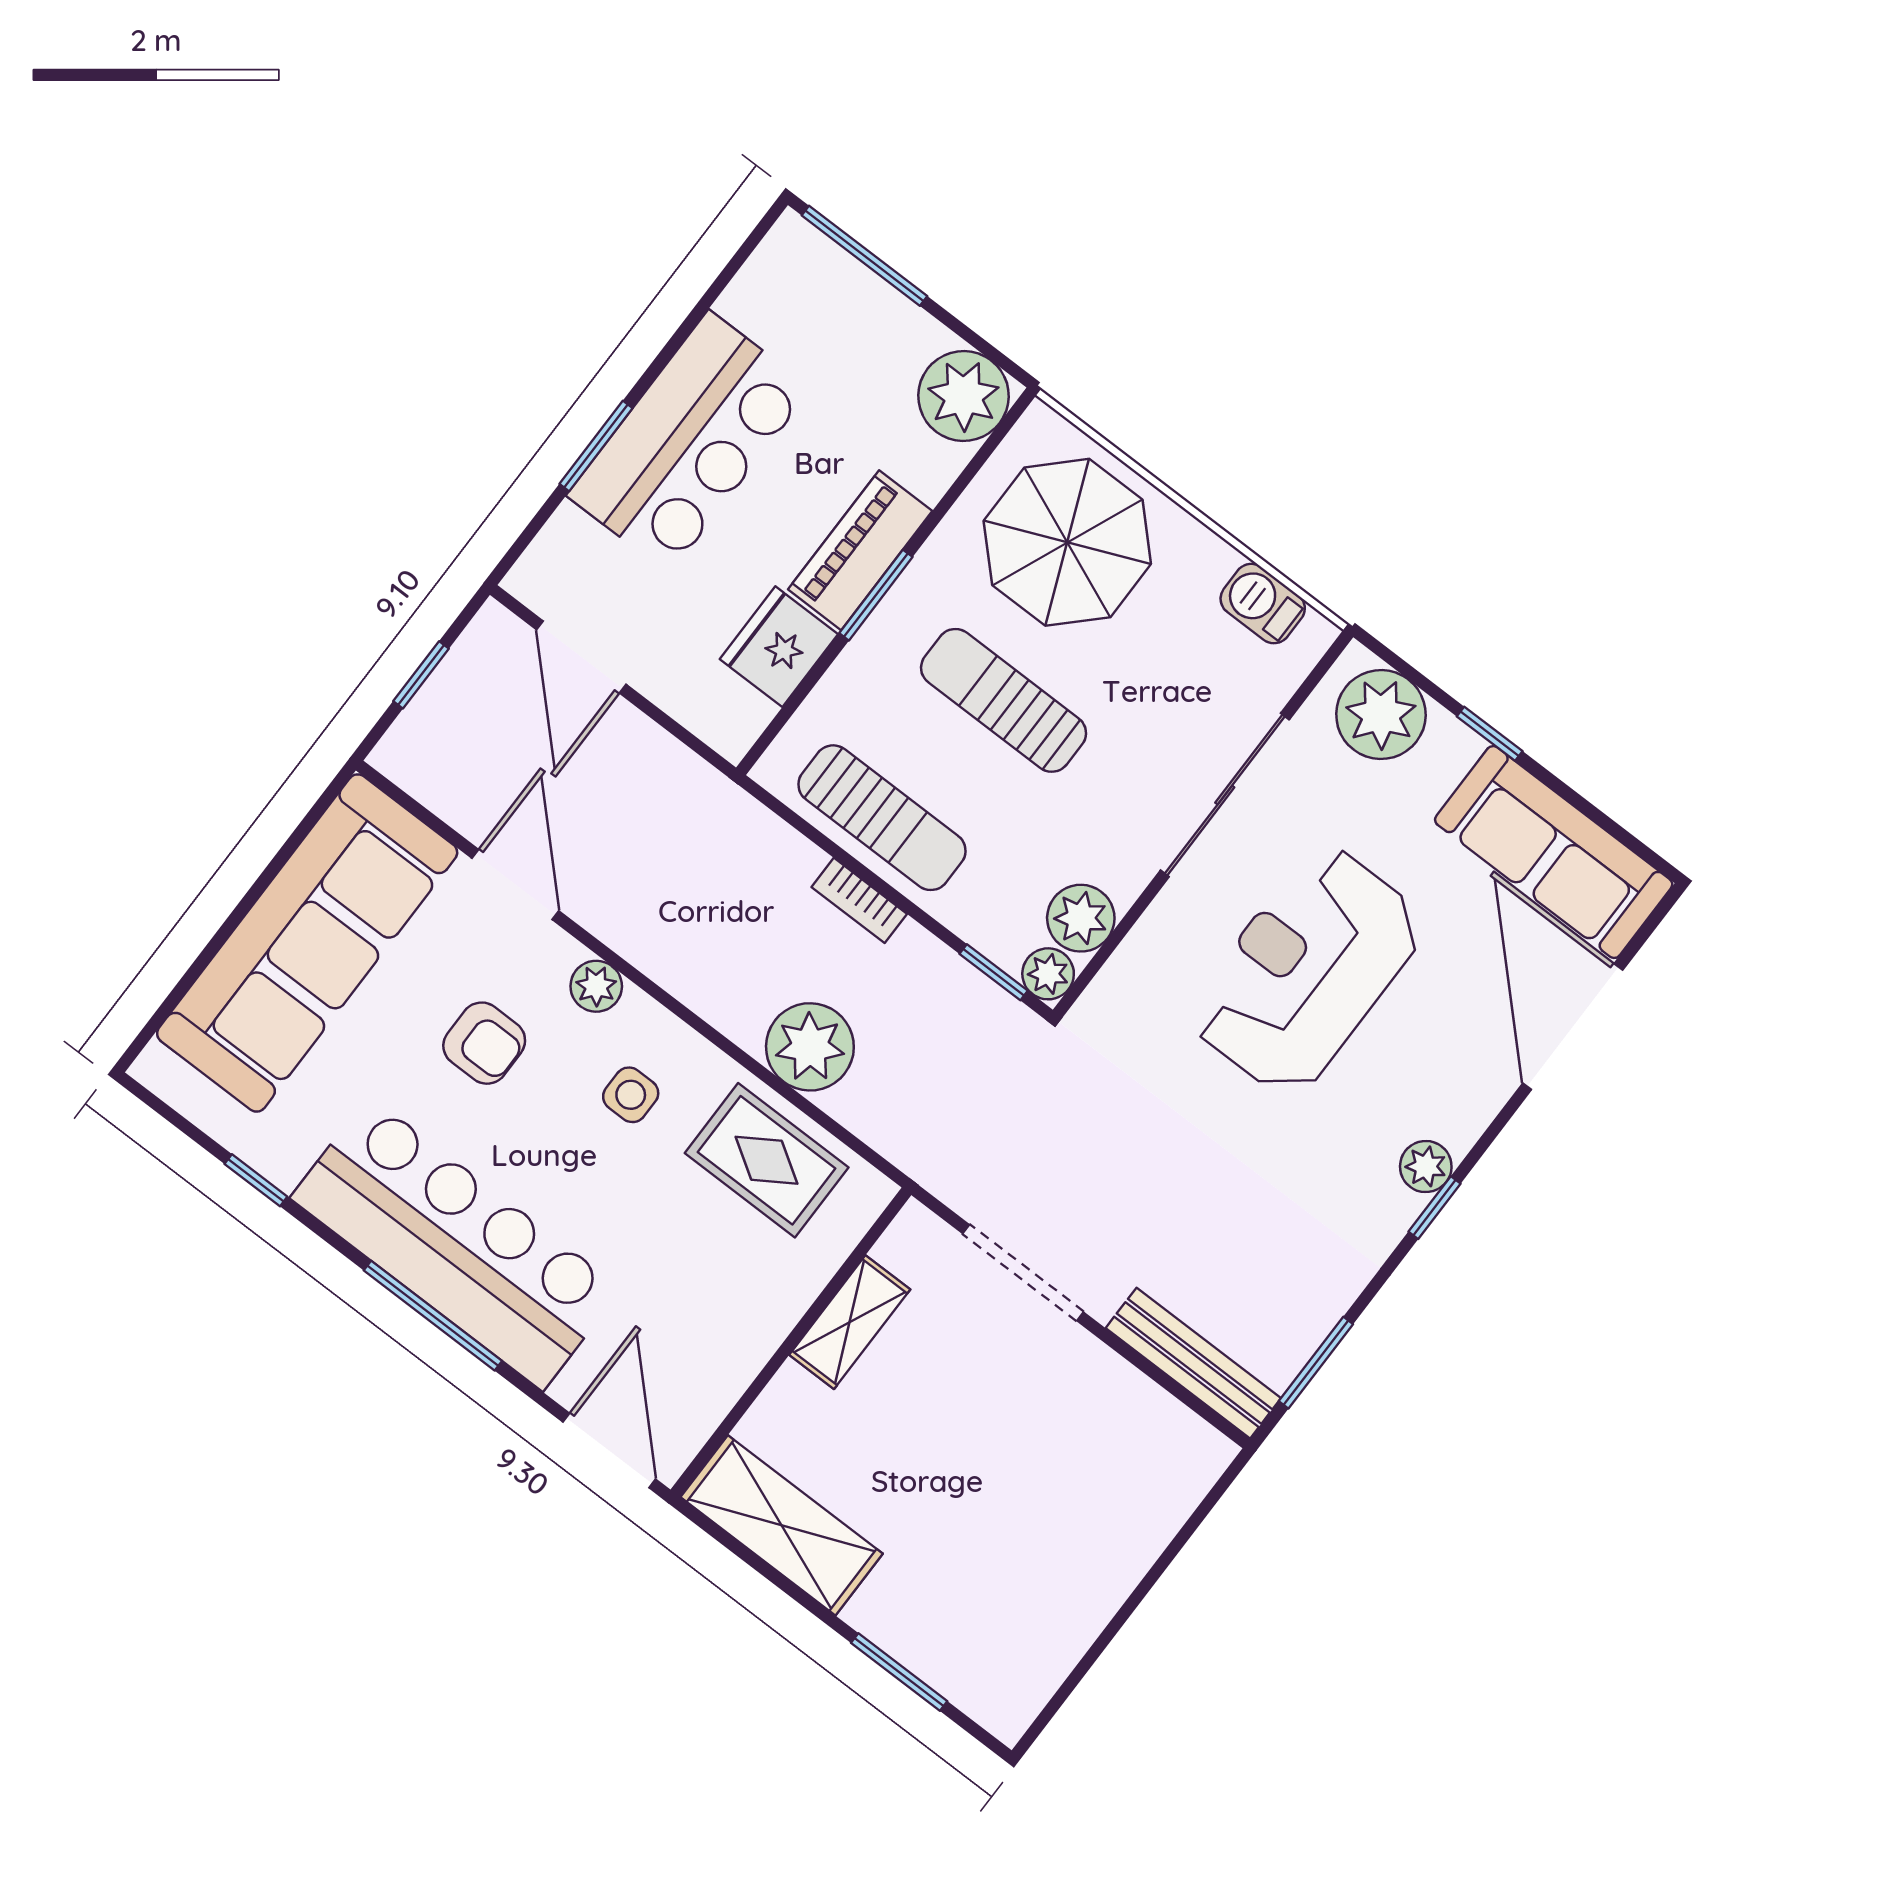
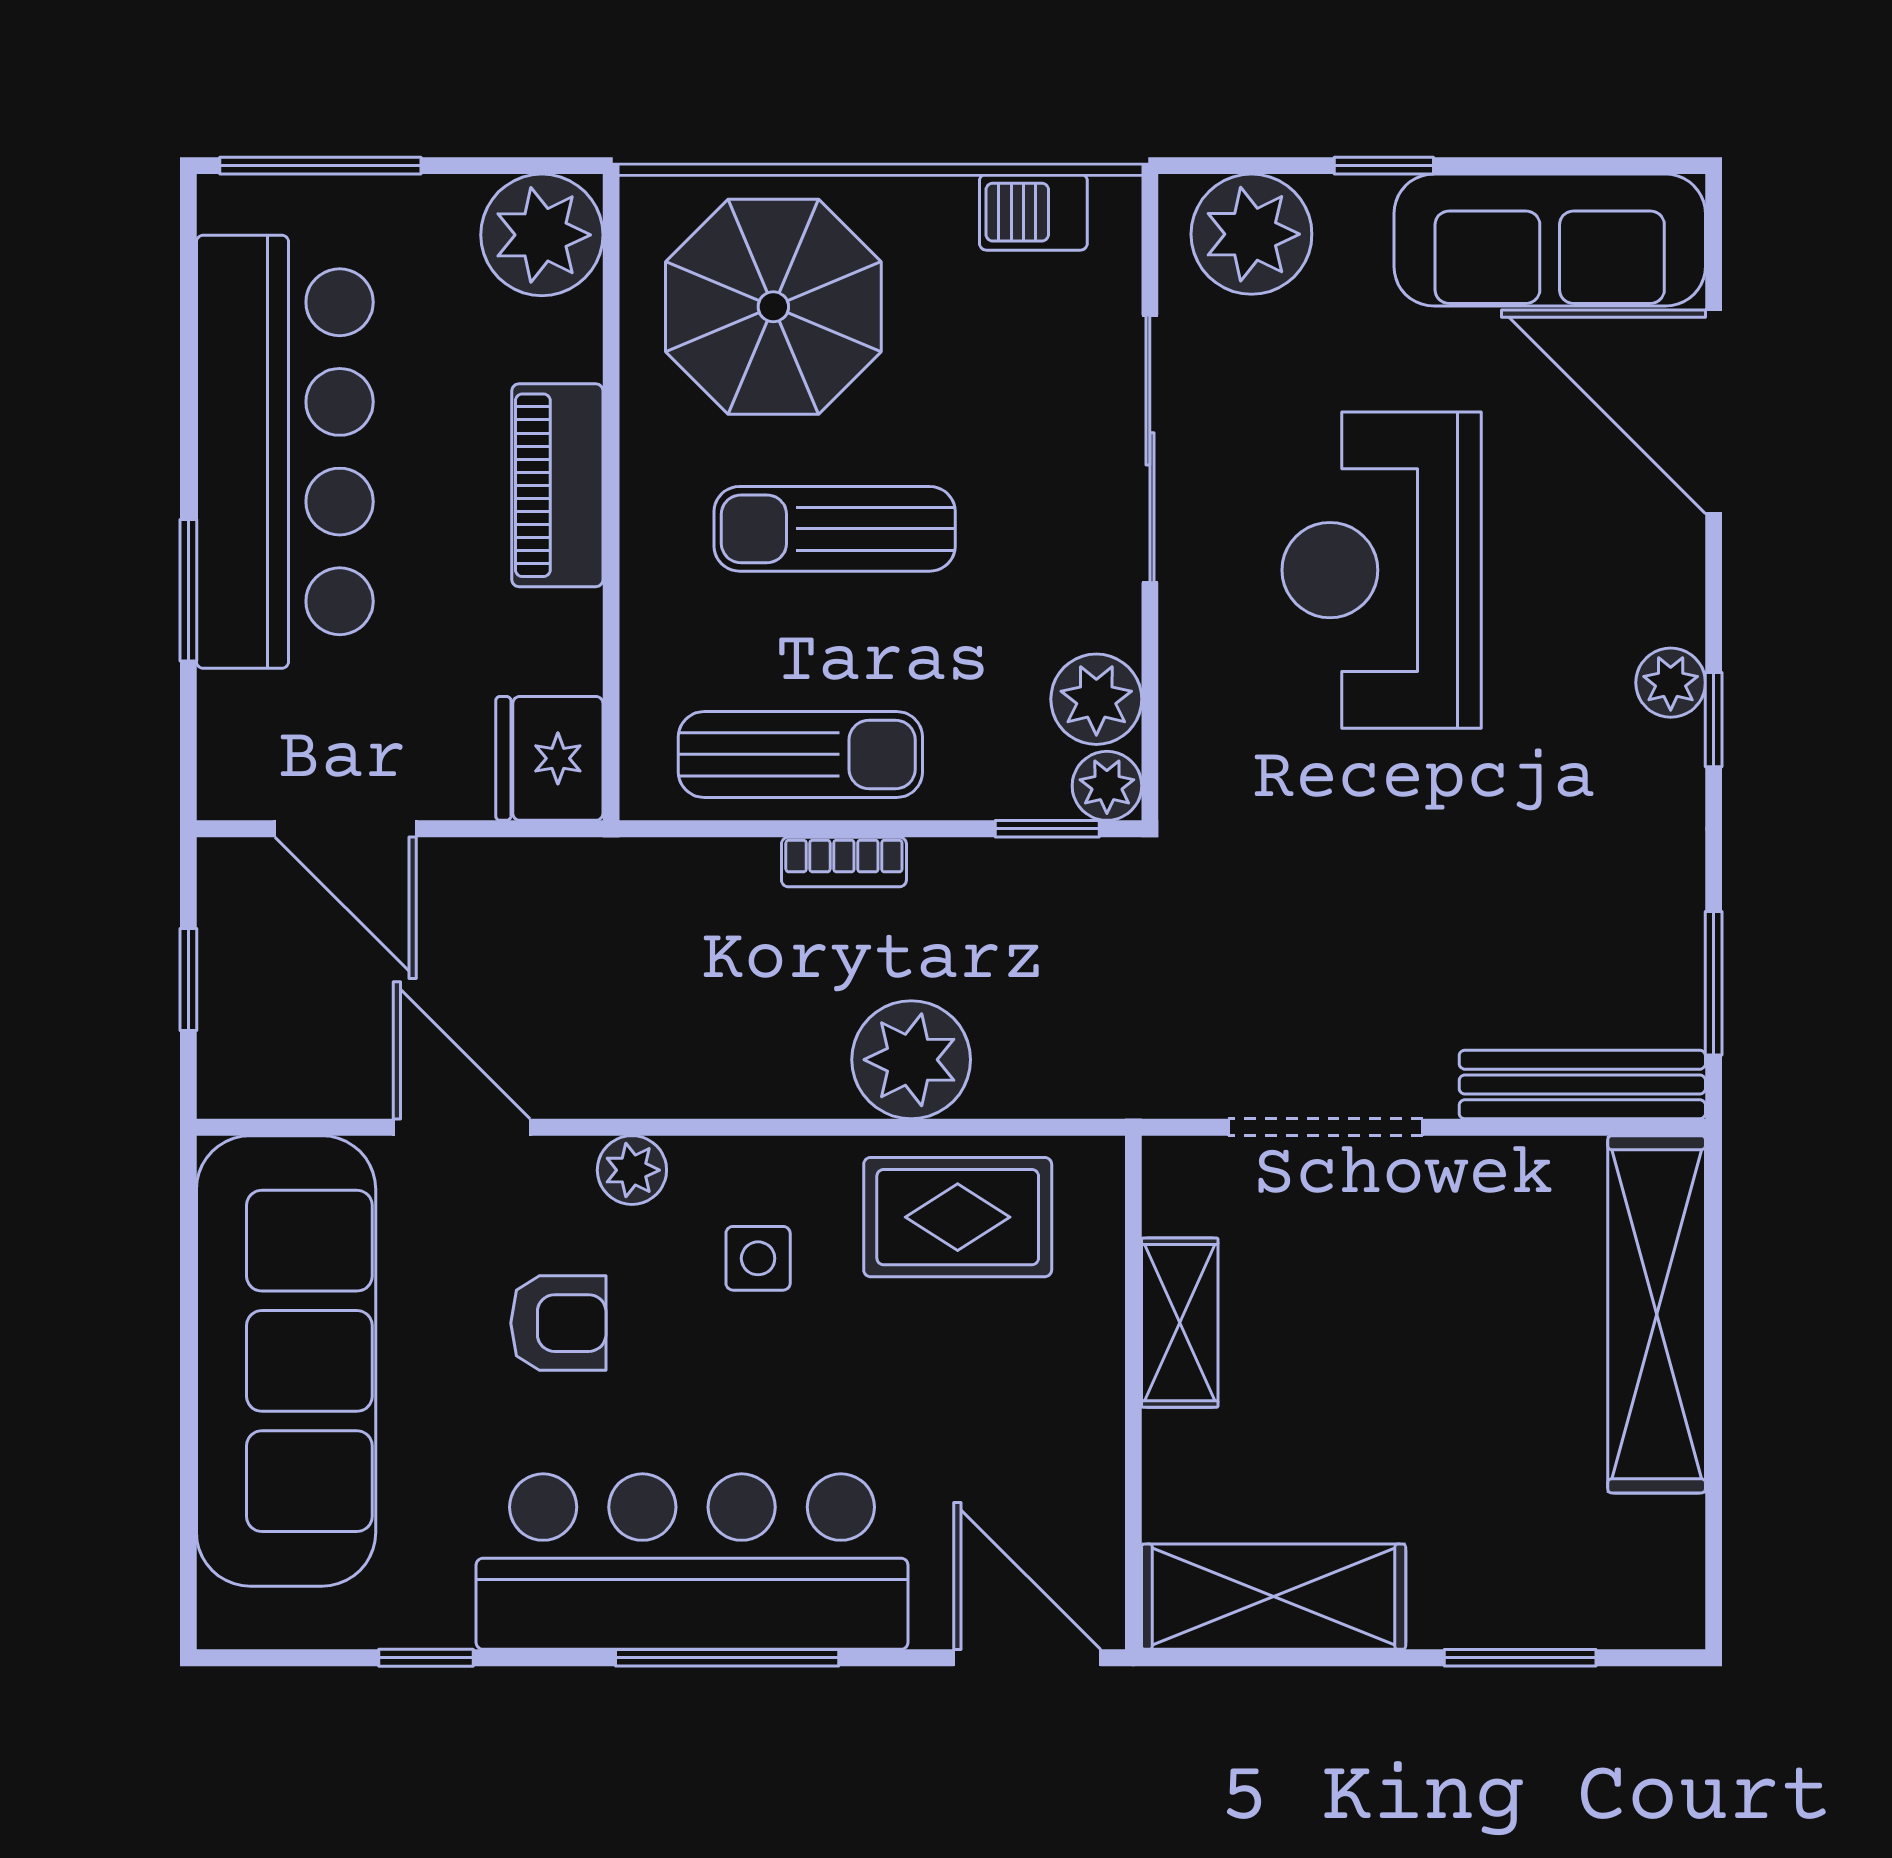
bar counter: (689, 442) -> (285, 452), width x1.36
window: (876, 595) -> (611, 521), removed
fridge: (779, 647) -> (549, 758), moved
shelving: (1134, 1531) -> (1657, 1314), added

